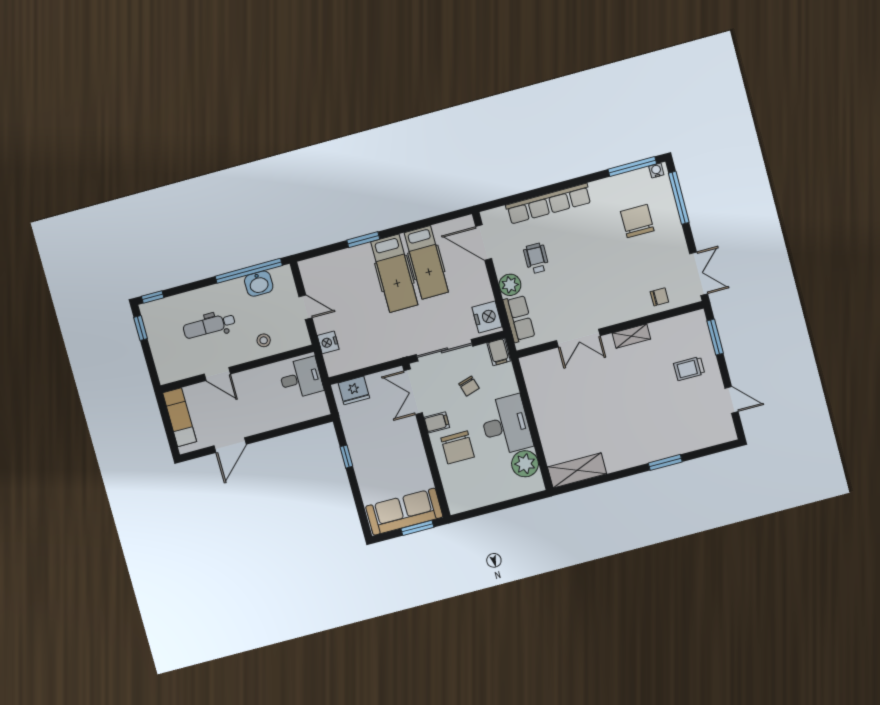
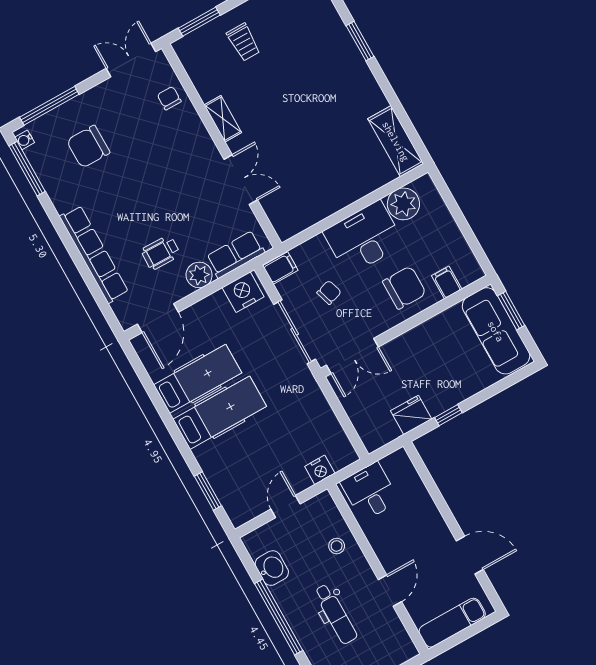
window: (363, 240) -> (208, 491), moved
window: (249, 271) -> (279, 617), moved
fridge: (354, 390) -> (411, 415), moved, turned -90
filing cabinet: (437, 422) -> (447, 283), moved

